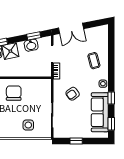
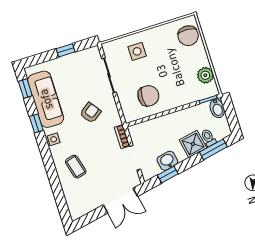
double door: (71, 28) -> (120, 201), swing flipped
chair: (14, 93) -> (148, 96), moved, turned -90

